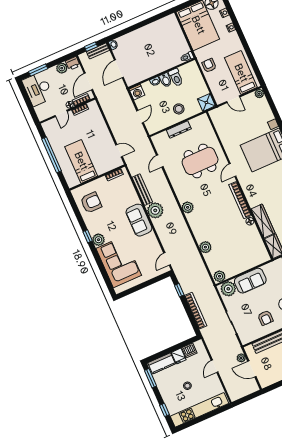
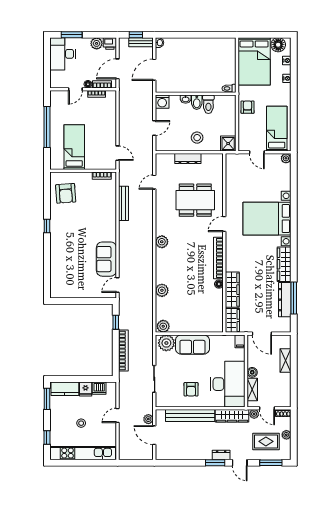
armchair: (91, 203) -> (66, 193), turned 86
plant: (155, 210) -> (127, 230), removed
sofa: (139, 220) -> (106, 259), moved
plant: (98, 240) -> (56, 234), removed
corner sofa: (119, 262) -> (67, 266), removed

